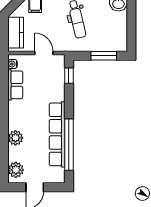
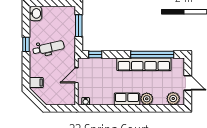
kitchen counter: (16, 33) -> (60, 99), removed
row of seats: (15, 85) -> (127, 99), moved

